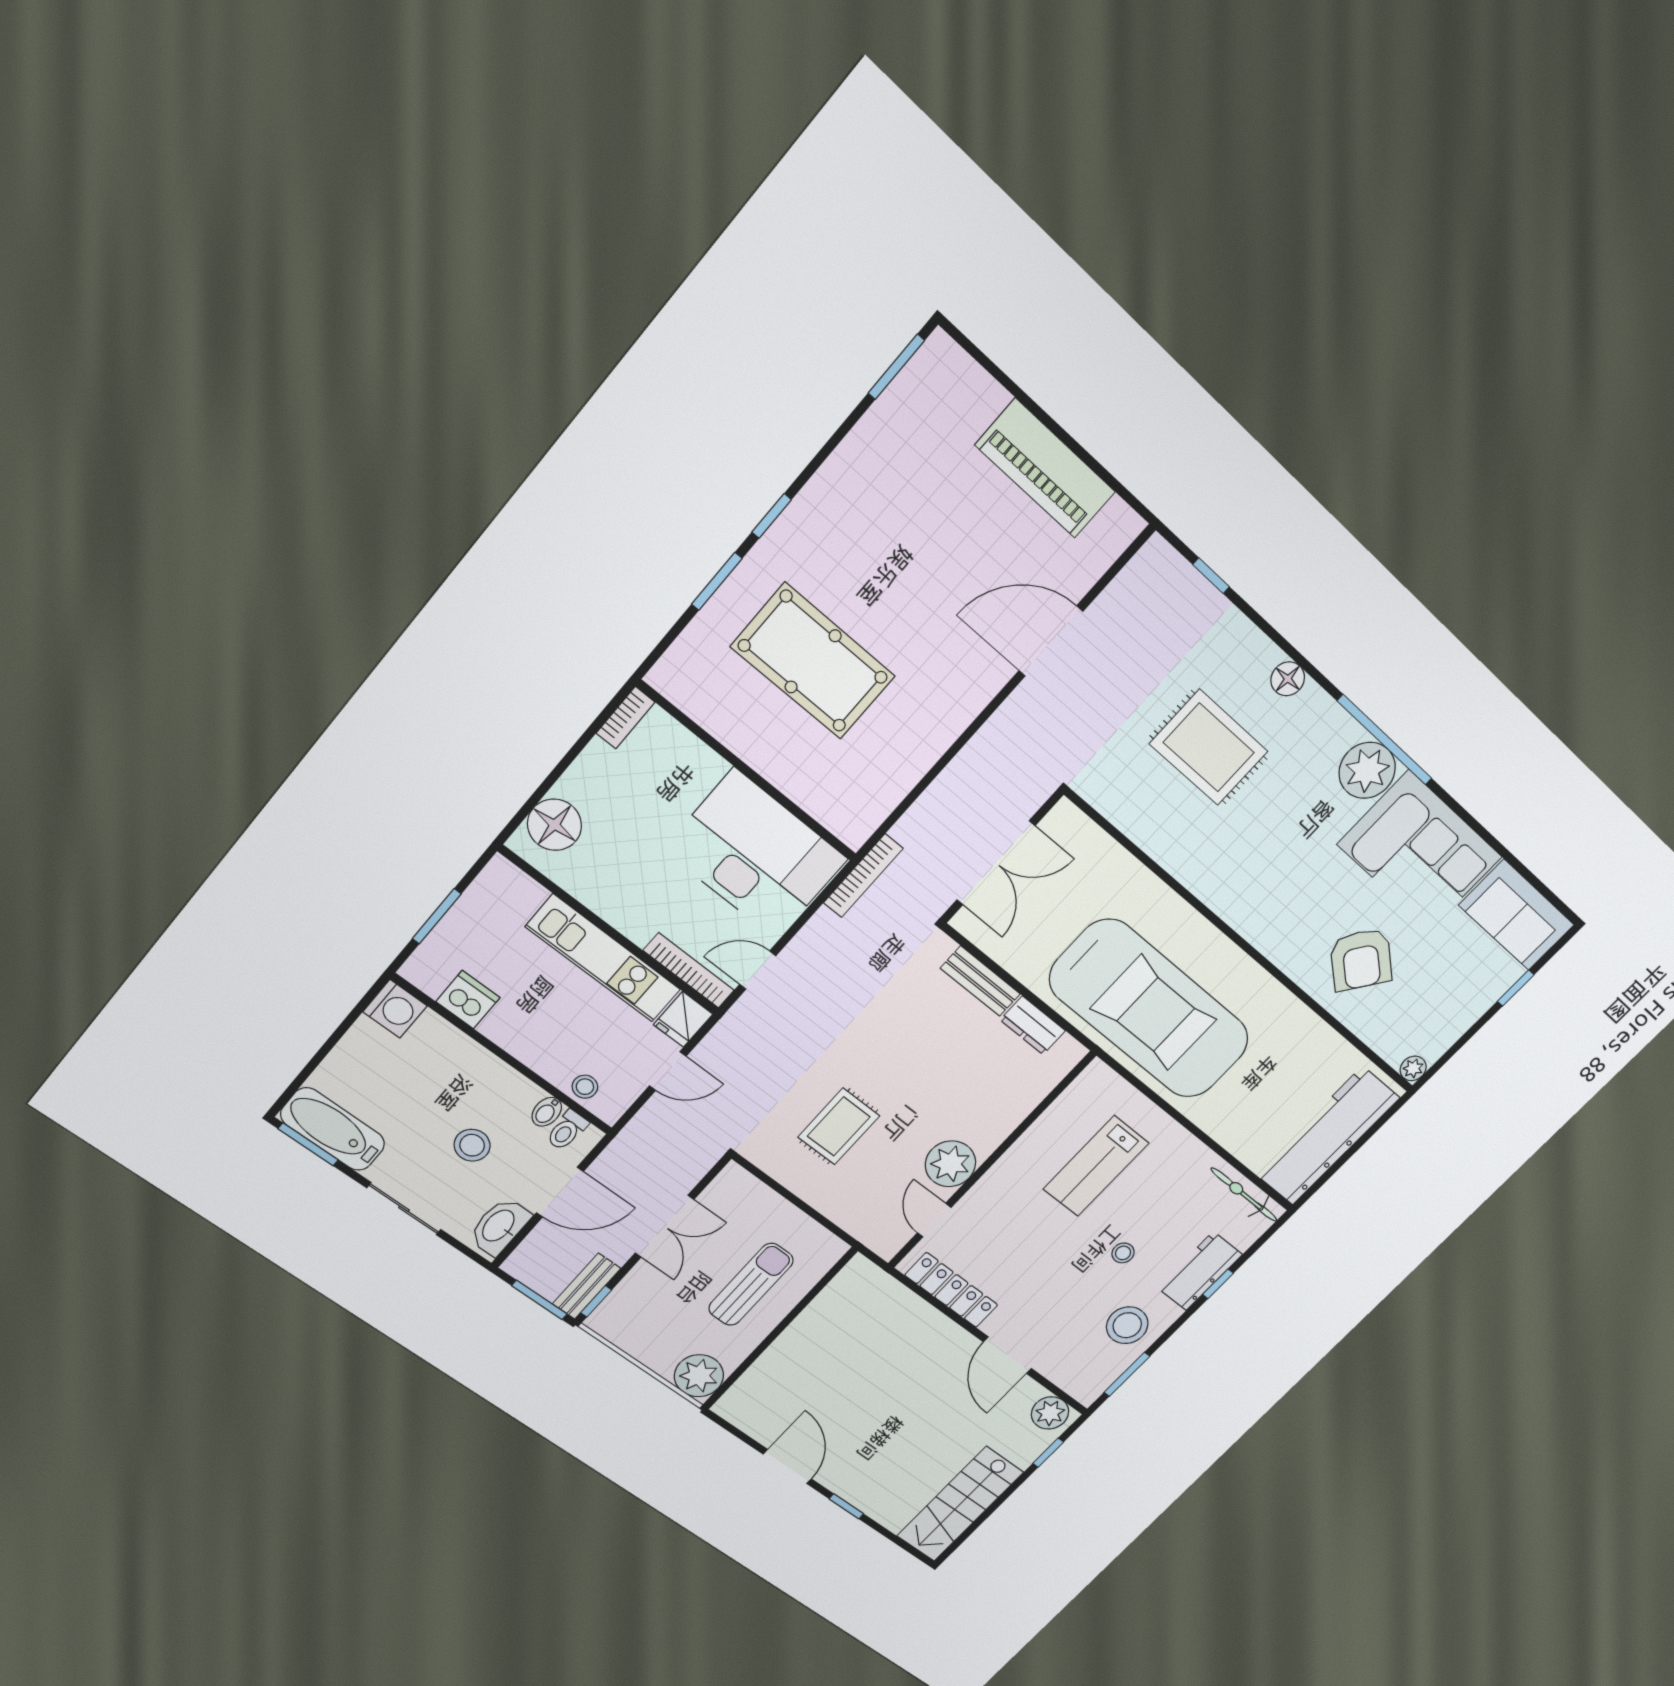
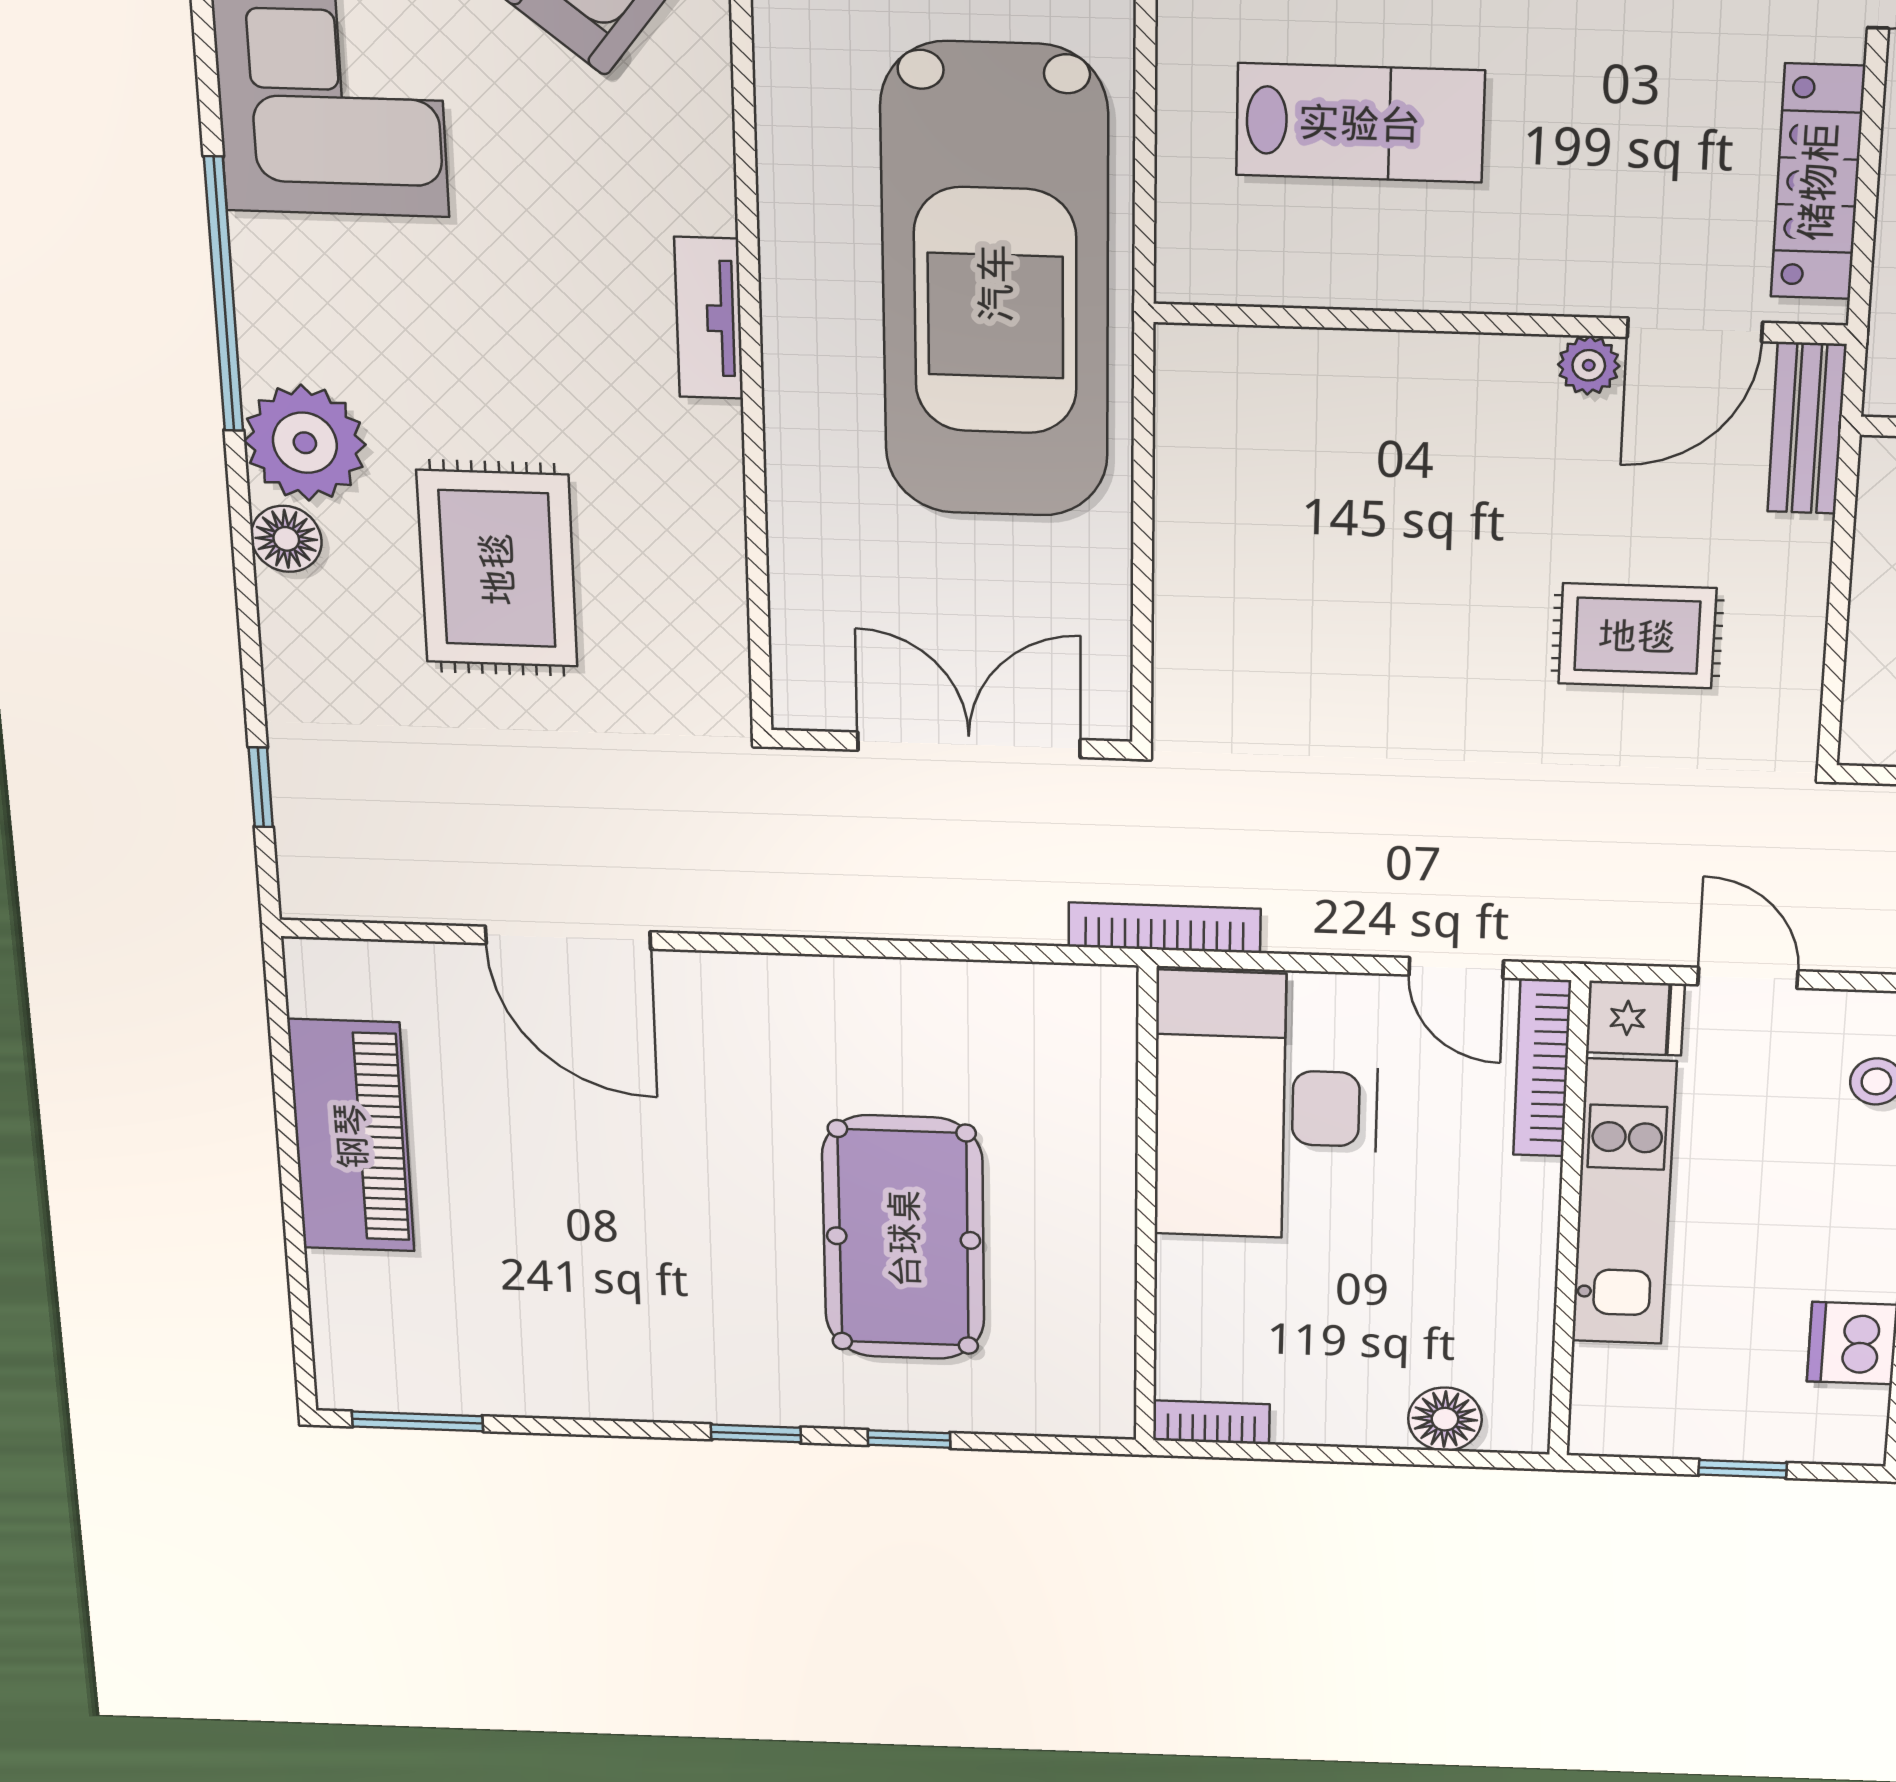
window: (717, 581) -> (909, 1439), width x0.67
plant: (1367, 770) -> (305, 443), moved
floor lamp: (554, 825) -> (1445, 1419), width x0.73, depth x0.73
tv unit: (1225, 903) -> (709, 318), added
window: (437, 916) -> (1743, 1469), width x0.67
bench: (980, 981) -> (1807, 428), moved
car: (1150, 1009) -> (995, 283), turned 180
dresser: (1033, 1025) -> (1190, 459), removed
plant: (950, 1164) -> (1589, 365), width x0.53, depth x0.53
door: (934, 1220) -> (1695, 330), width x1.38

